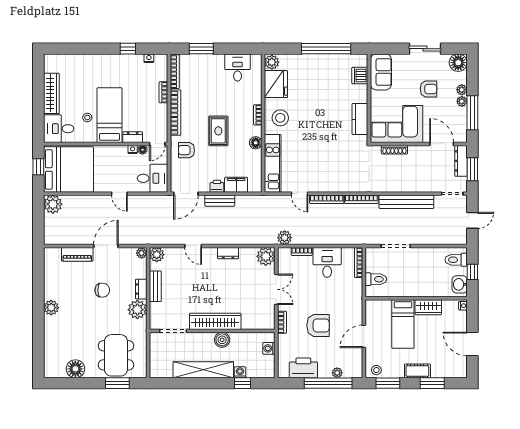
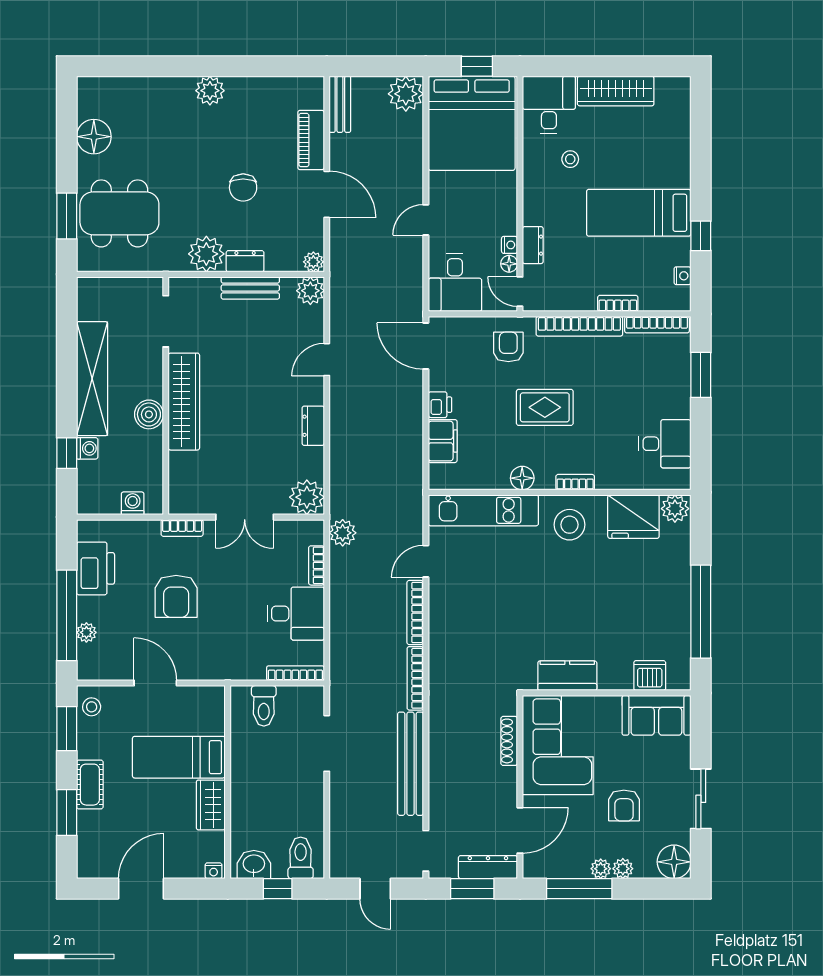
bed: (110, 115) -> (639, 213), moved, turned 180
bench: (220, 201) -> (340, 104), moved

